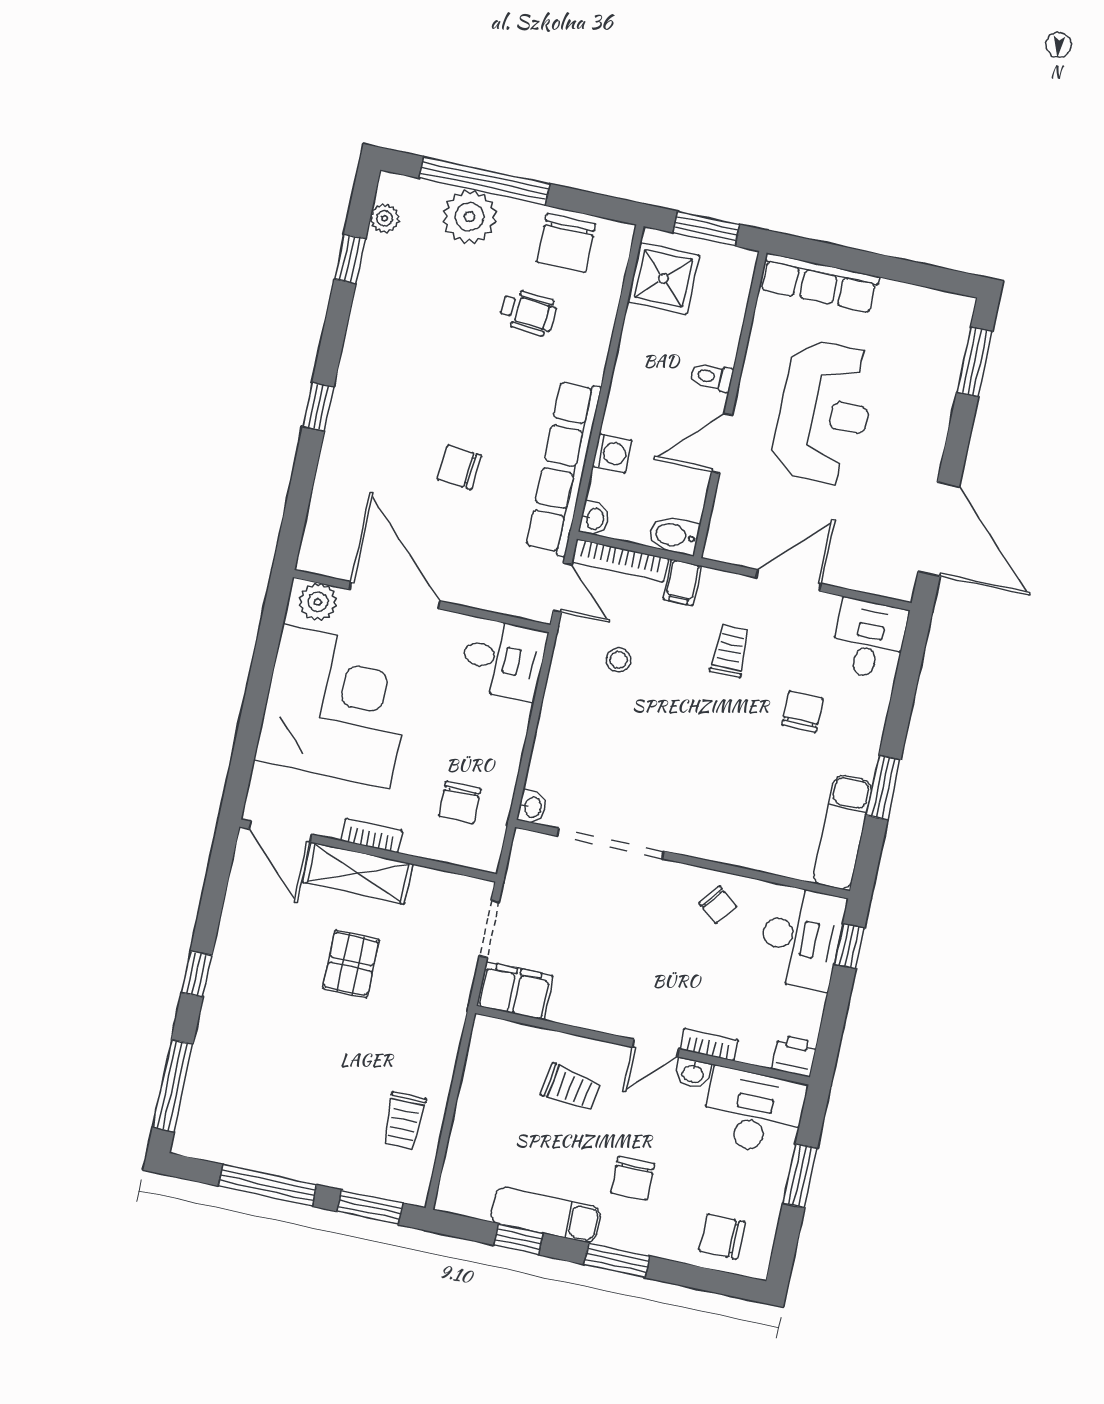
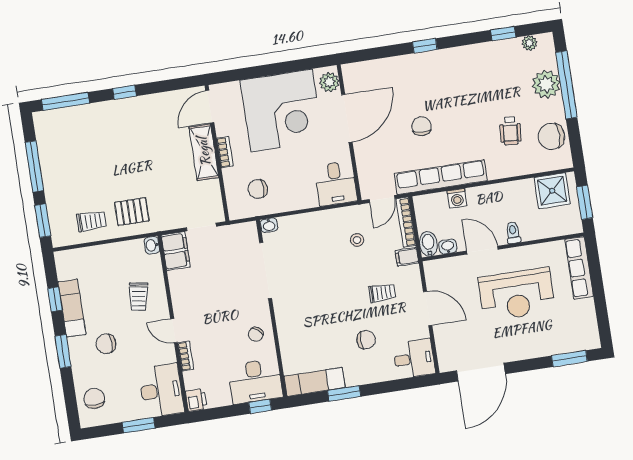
washbasin: (594, 519) -> (448, 247), moved, turned 180
pallet: (351, 964) -> (132, 212), moved
washbasin: (693, 1073) -> (152, 245), moved
trolley: (404, 1121) -> (91, 221), turned 180

